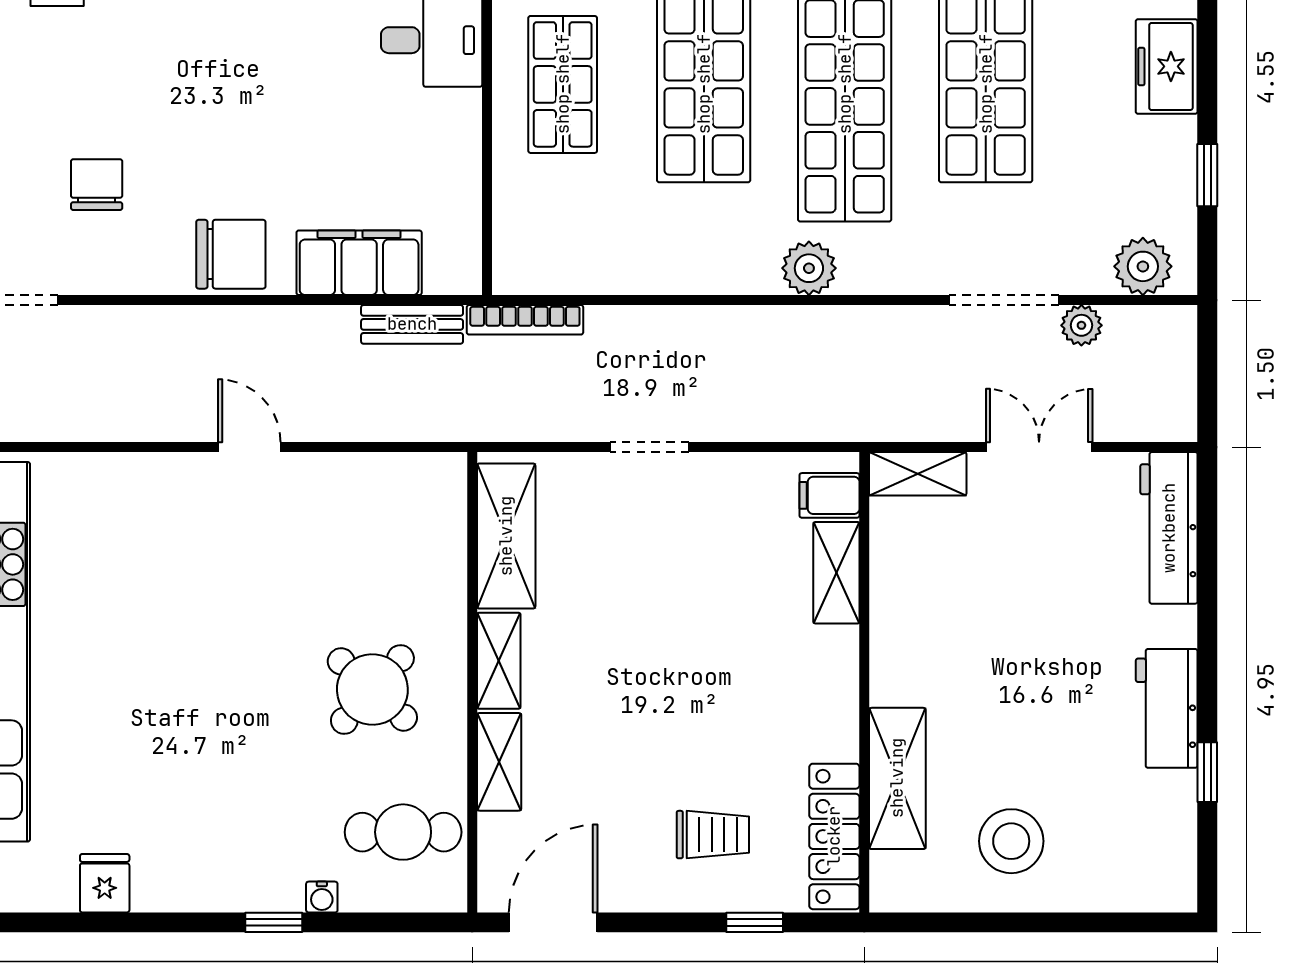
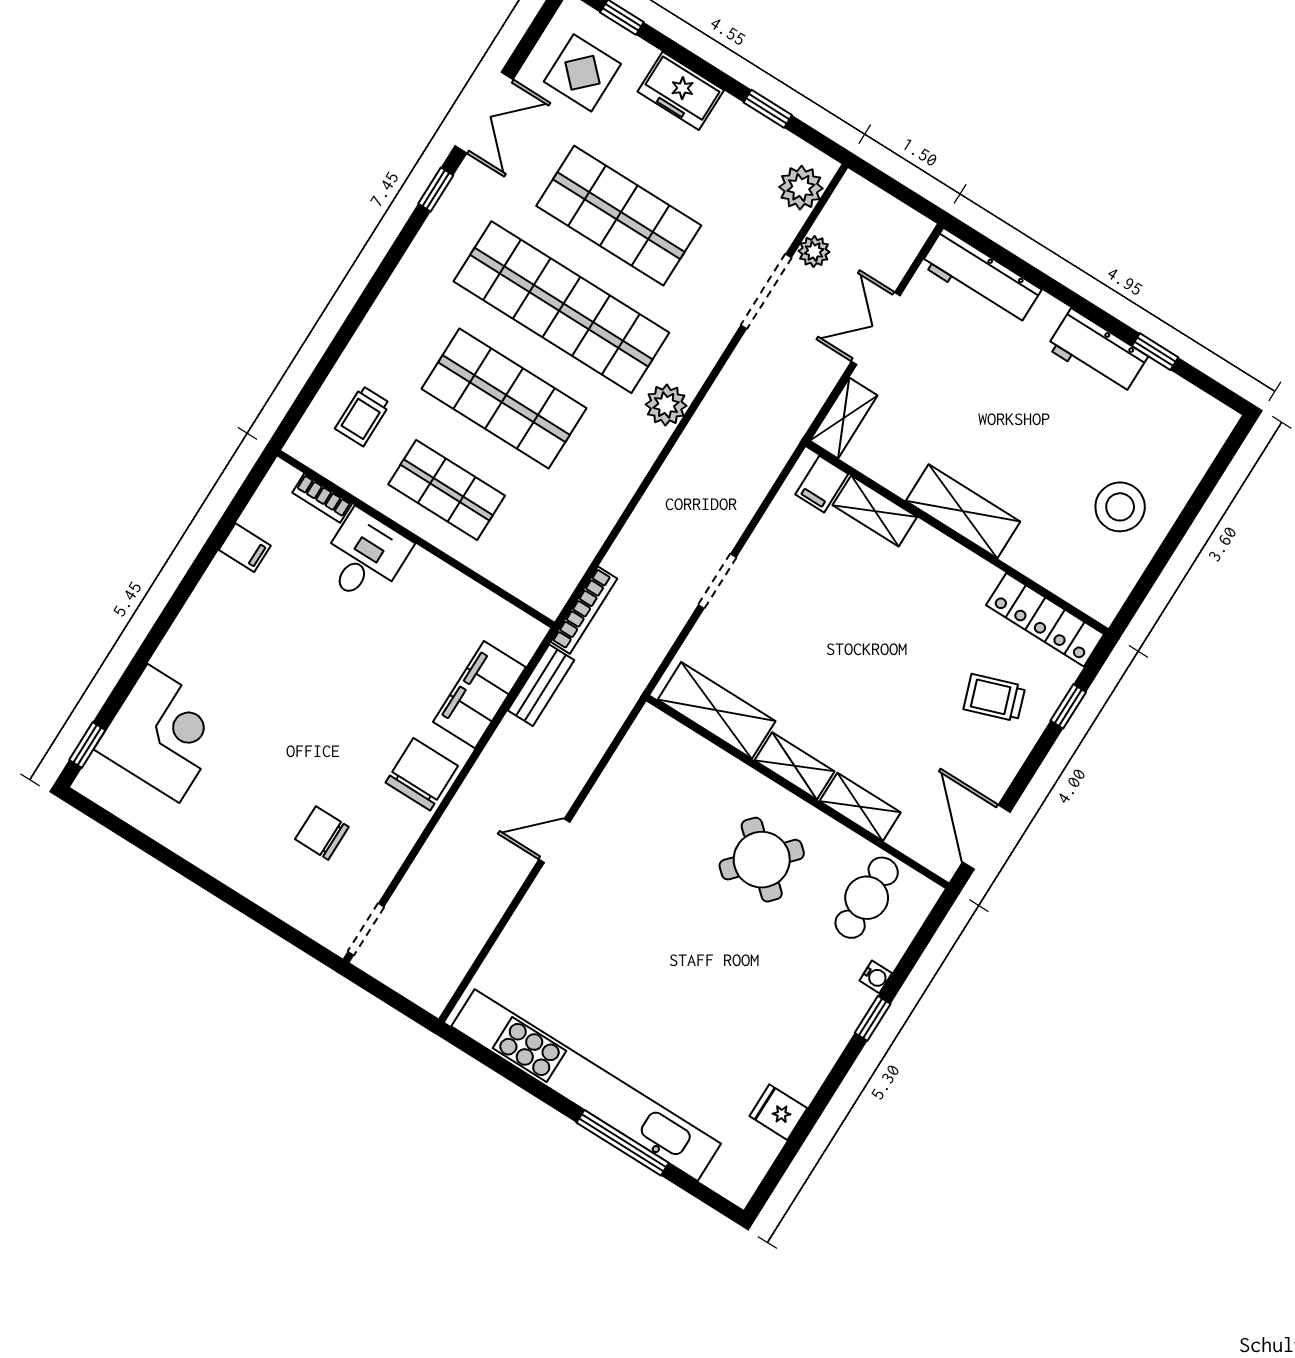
shelving: (897, 778) -> (963, 511), moved
trolley: (713, 835) -> (994, 698), turned -109

